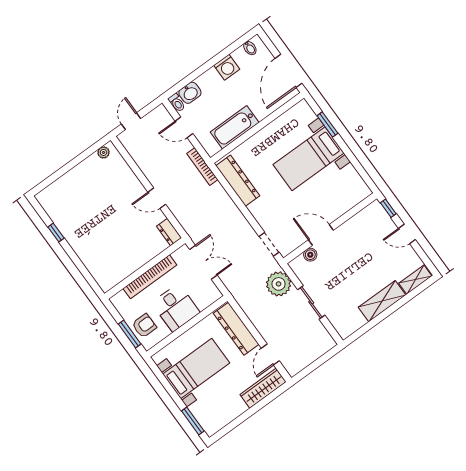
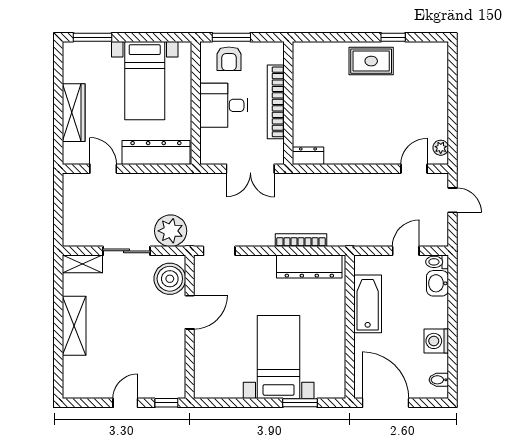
bookcase: (202, 167) -> (301, 240), moved
door: (157, 198) -> (414, 169), moved
rug: (81, 236) -> (371, 61), added
boiler: (310, 255) -> (170, 279), width x1.86, depth x1.86
shelving: (415, 280) -> (82, 264), moved, turned 90
wardrobe: (263, 388) -> (74, 113), moved

